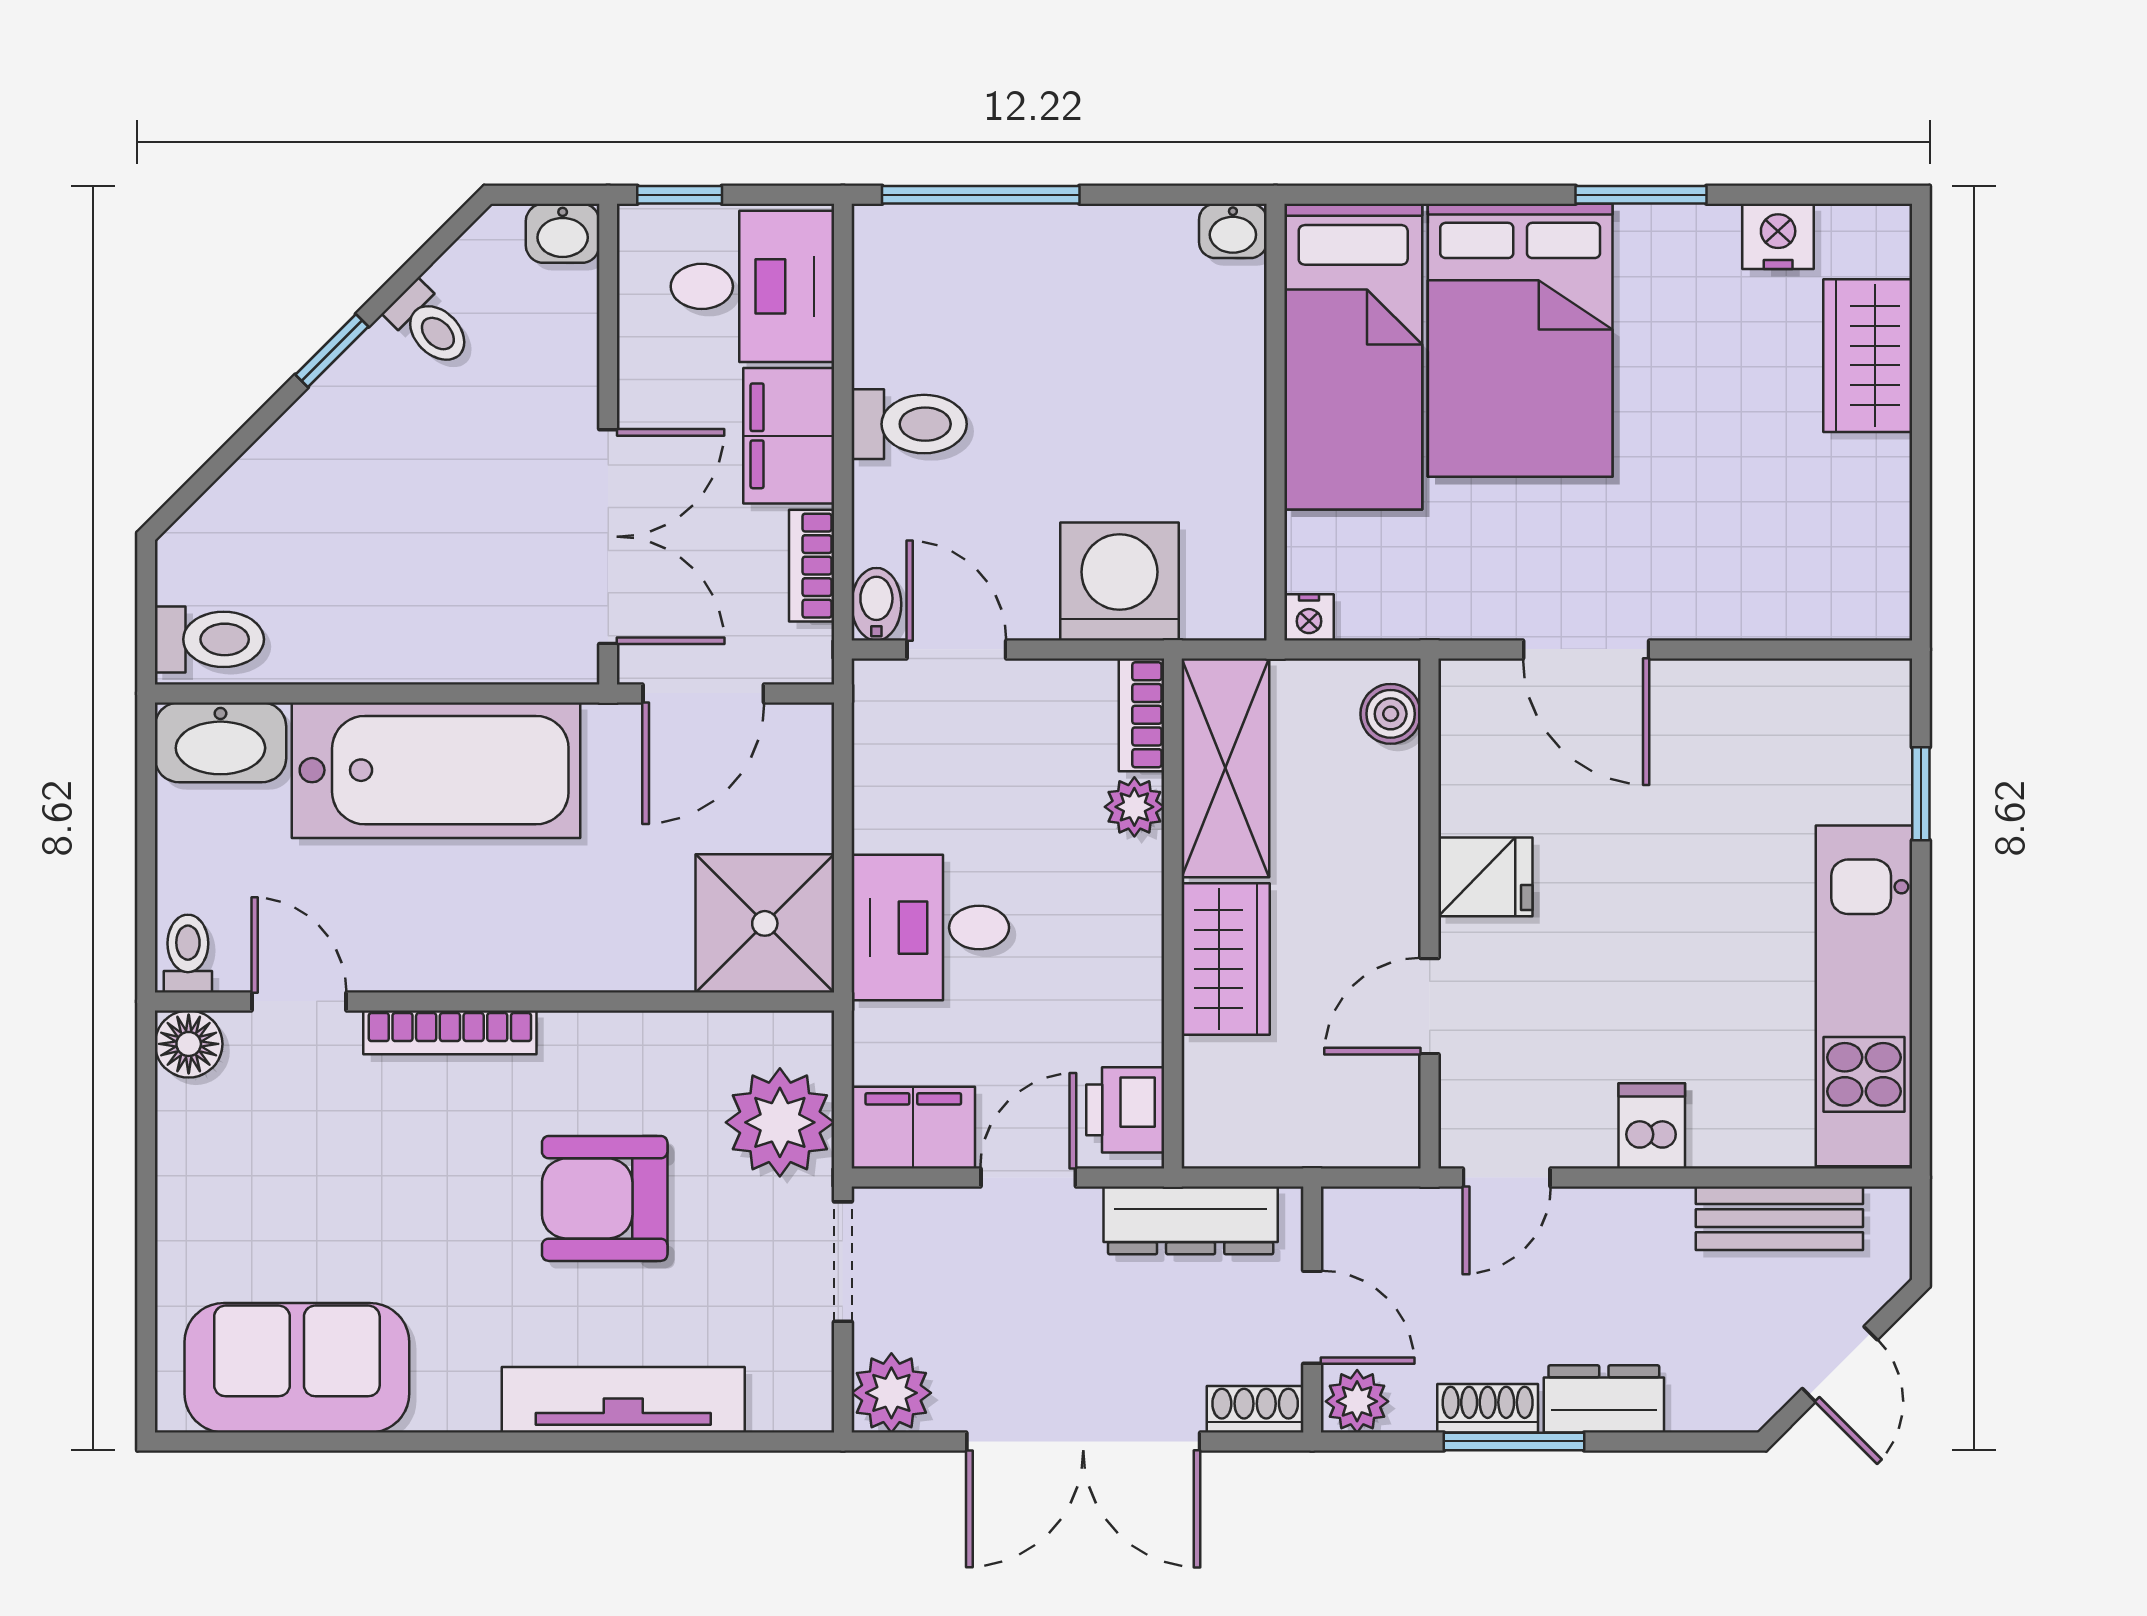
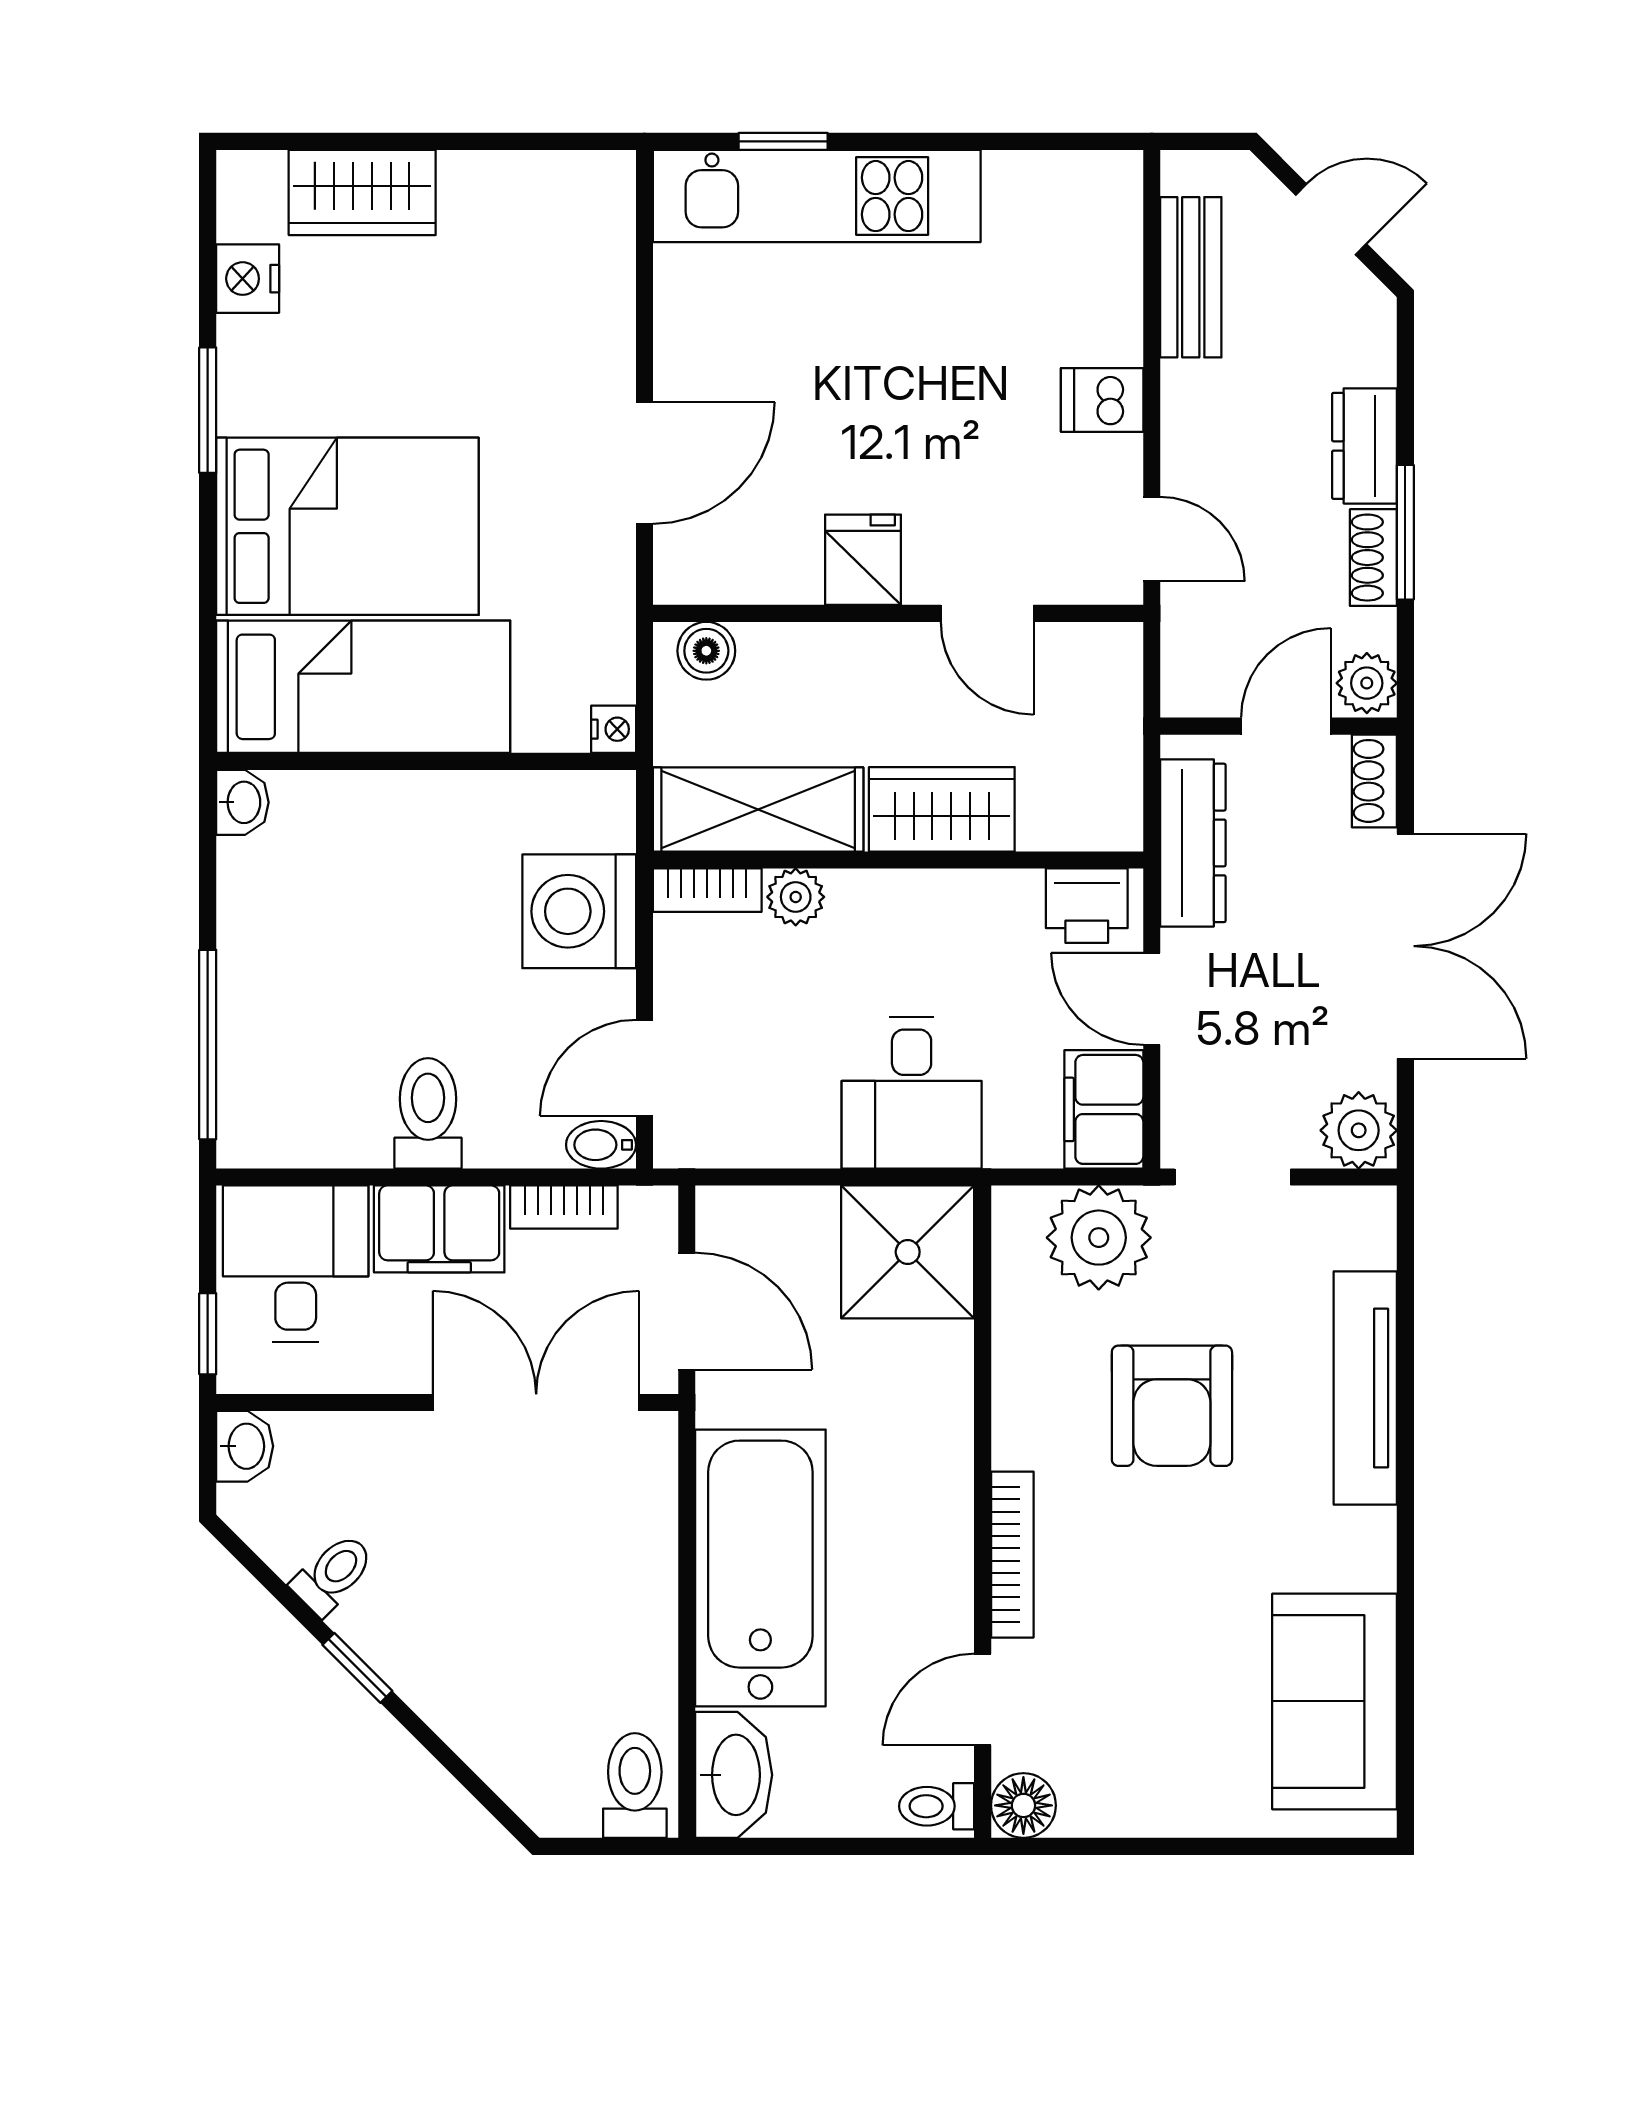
kitchen unit: (1864, 996) -> (817, 196), moved

